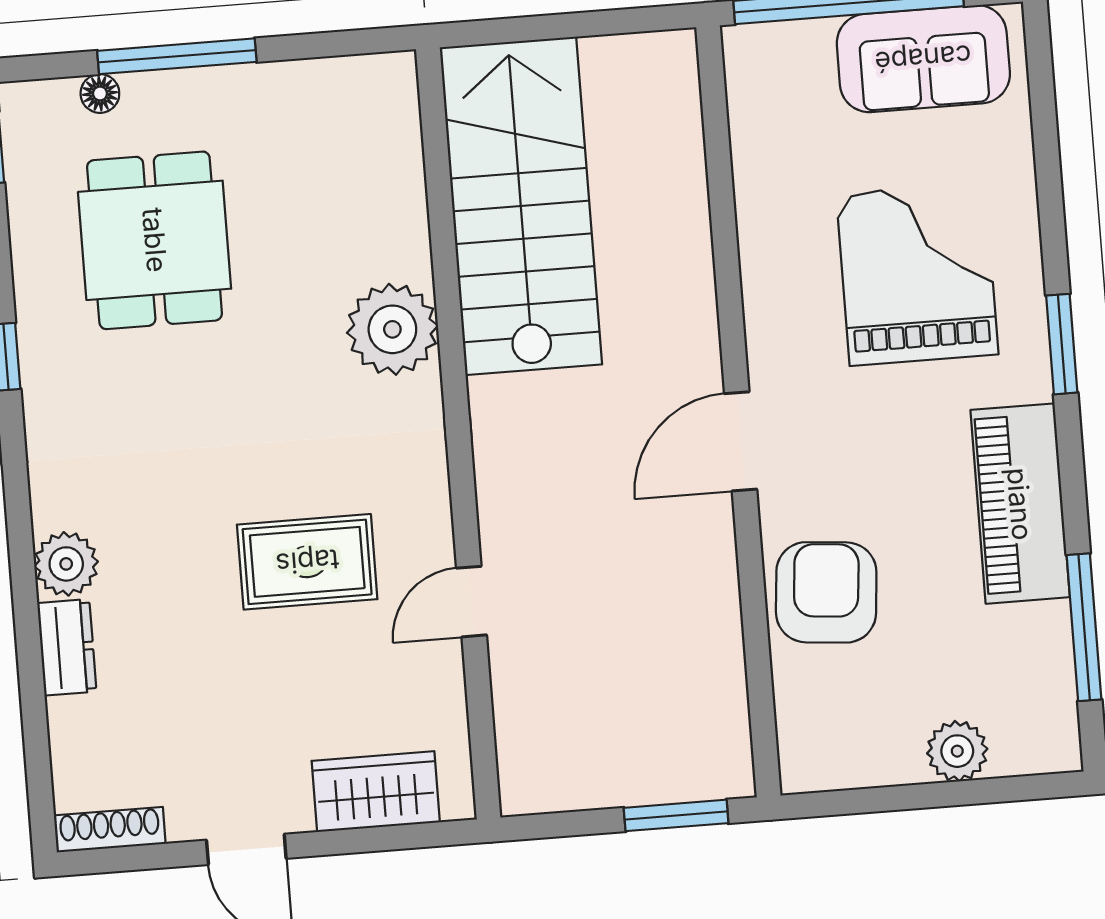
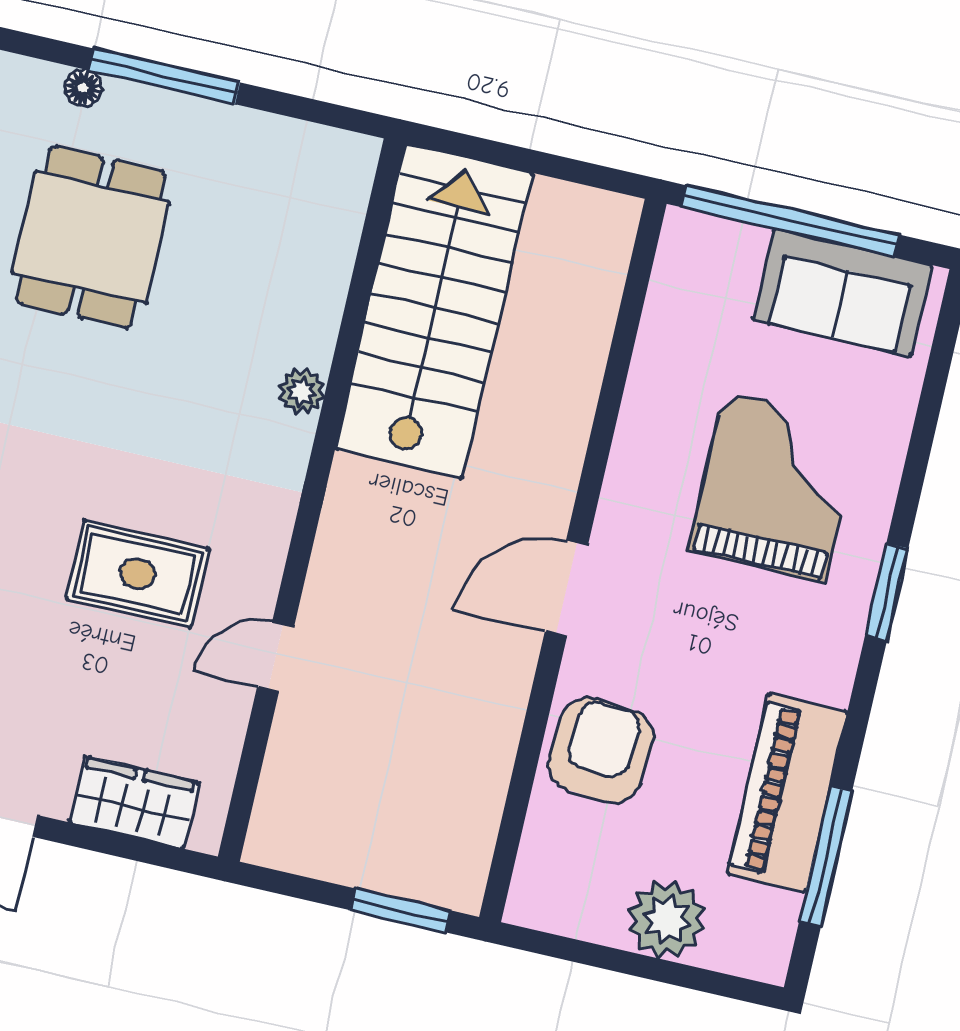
plant: (392, 329) -> (302, 391), width x0.53, depth x0.53
piano: (1020, 504) -> (787, 793), moved
plant: (957, 751) -> (667, 920), width x1.36, depth x1.36

